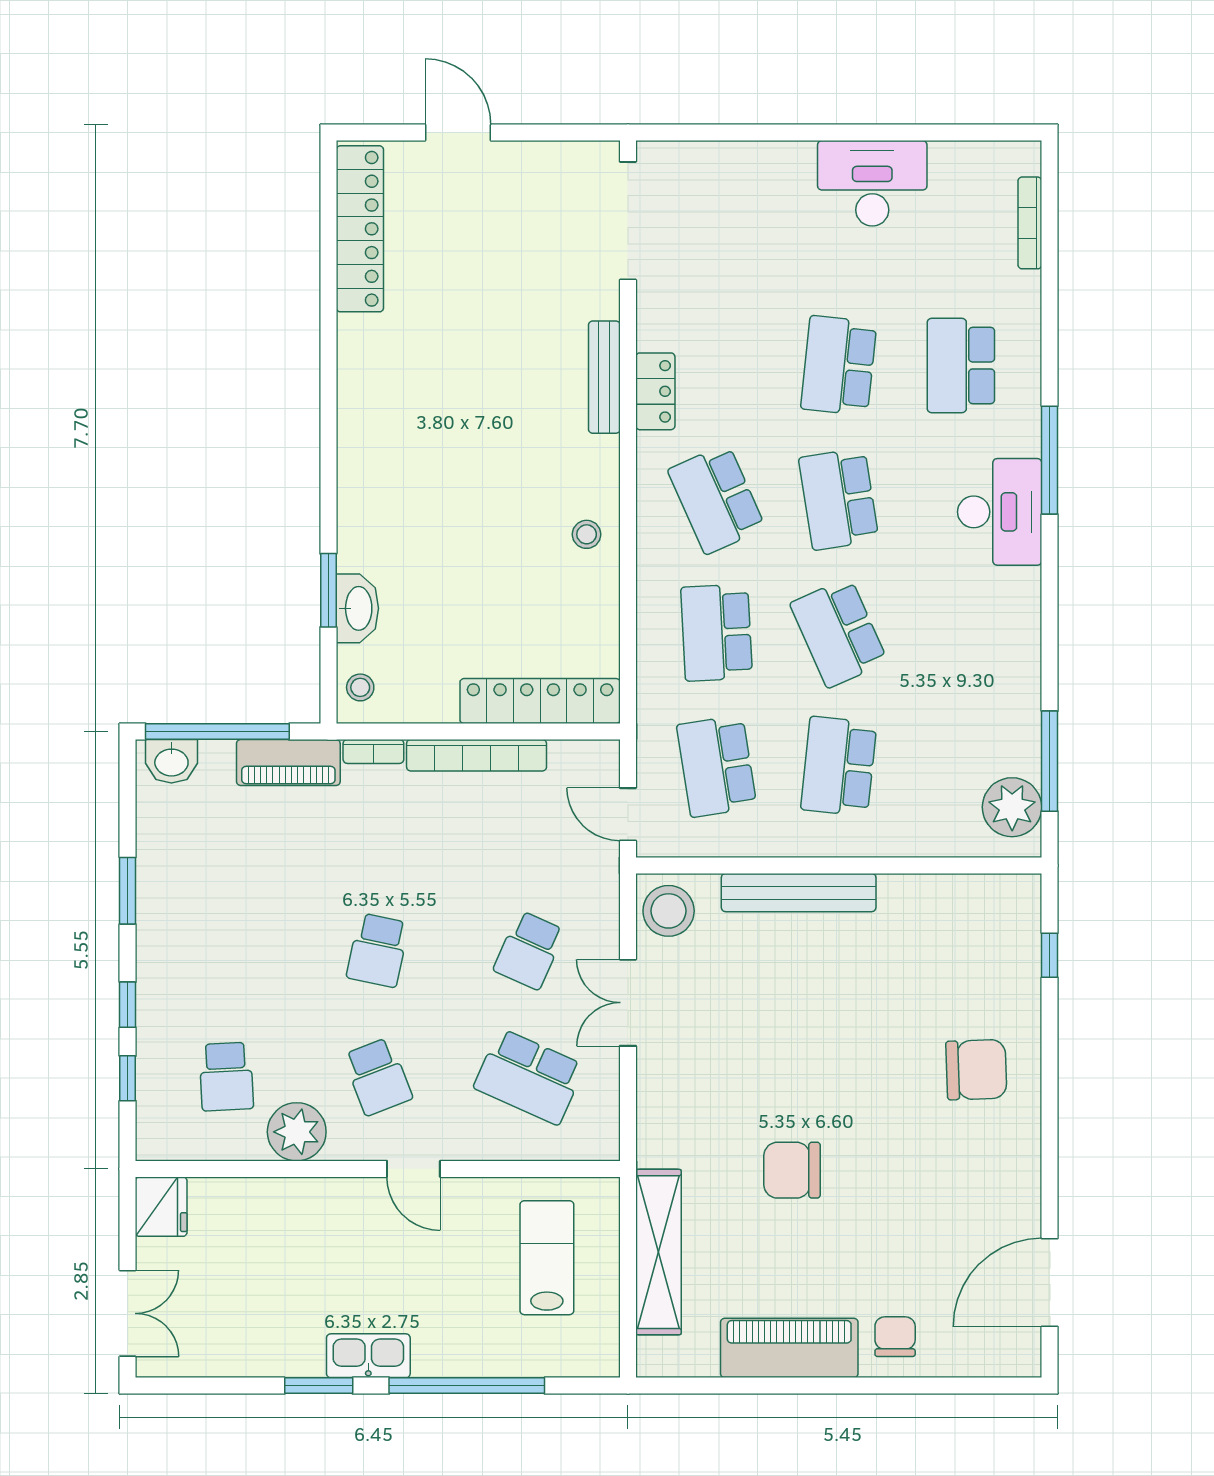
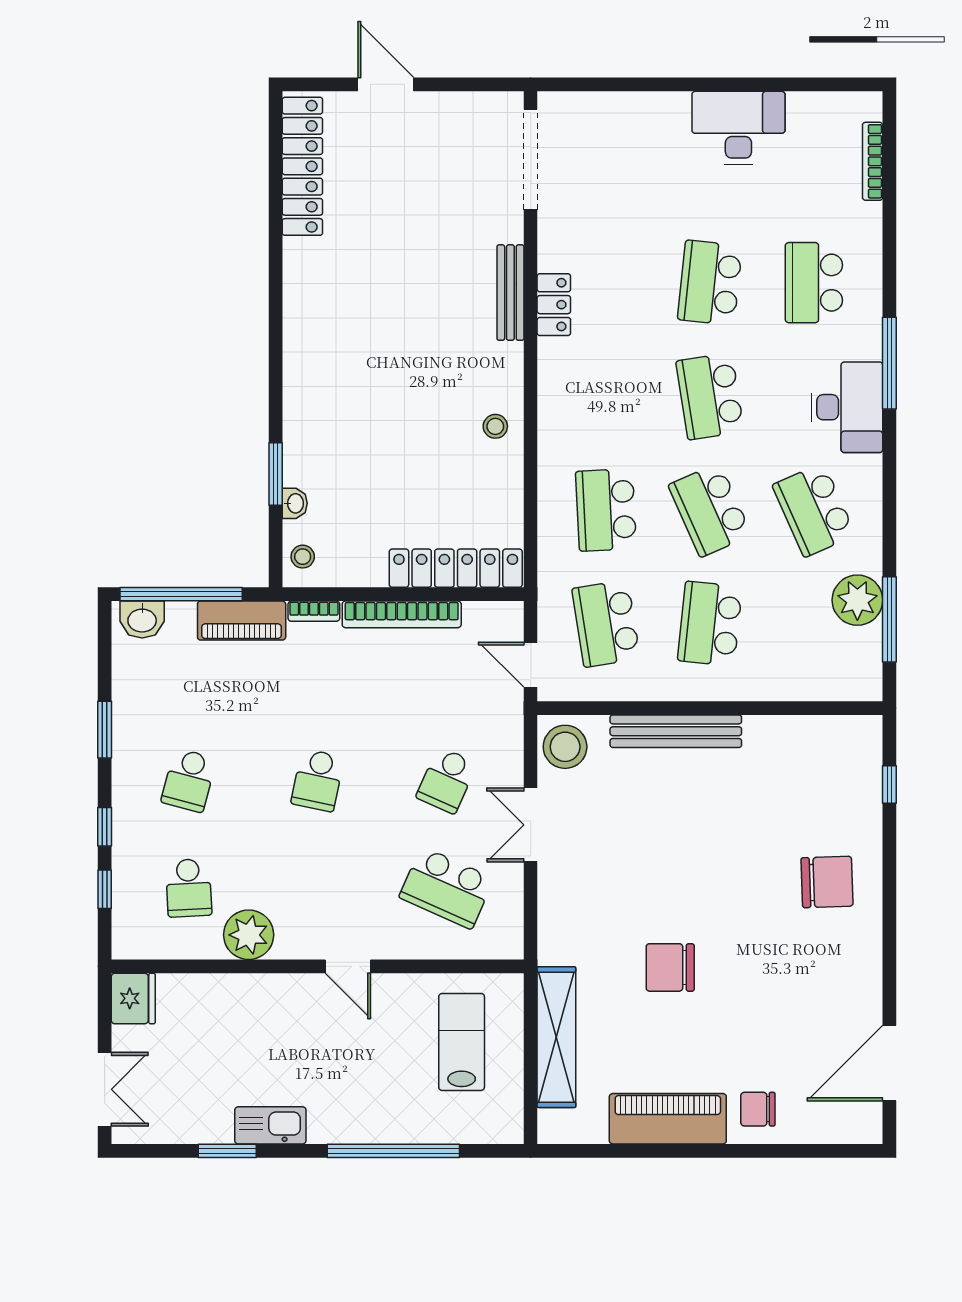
school desk: (717, 499) -> (814, 510), moved
washbasin: (357, 608) -> (295, 503), width x0.52, depth x0.69
plant: (1012, 807) -> (857, 600), moved
school desk: (378, 1077) -> (189, 780), moved, turned 36
chair: (895, 1337) -> (758, 1109), turned -90
kitchen sink: (368, 1356) -> (270, 1125), moved
window: (319, 1386) -> (227, 1151), moved

